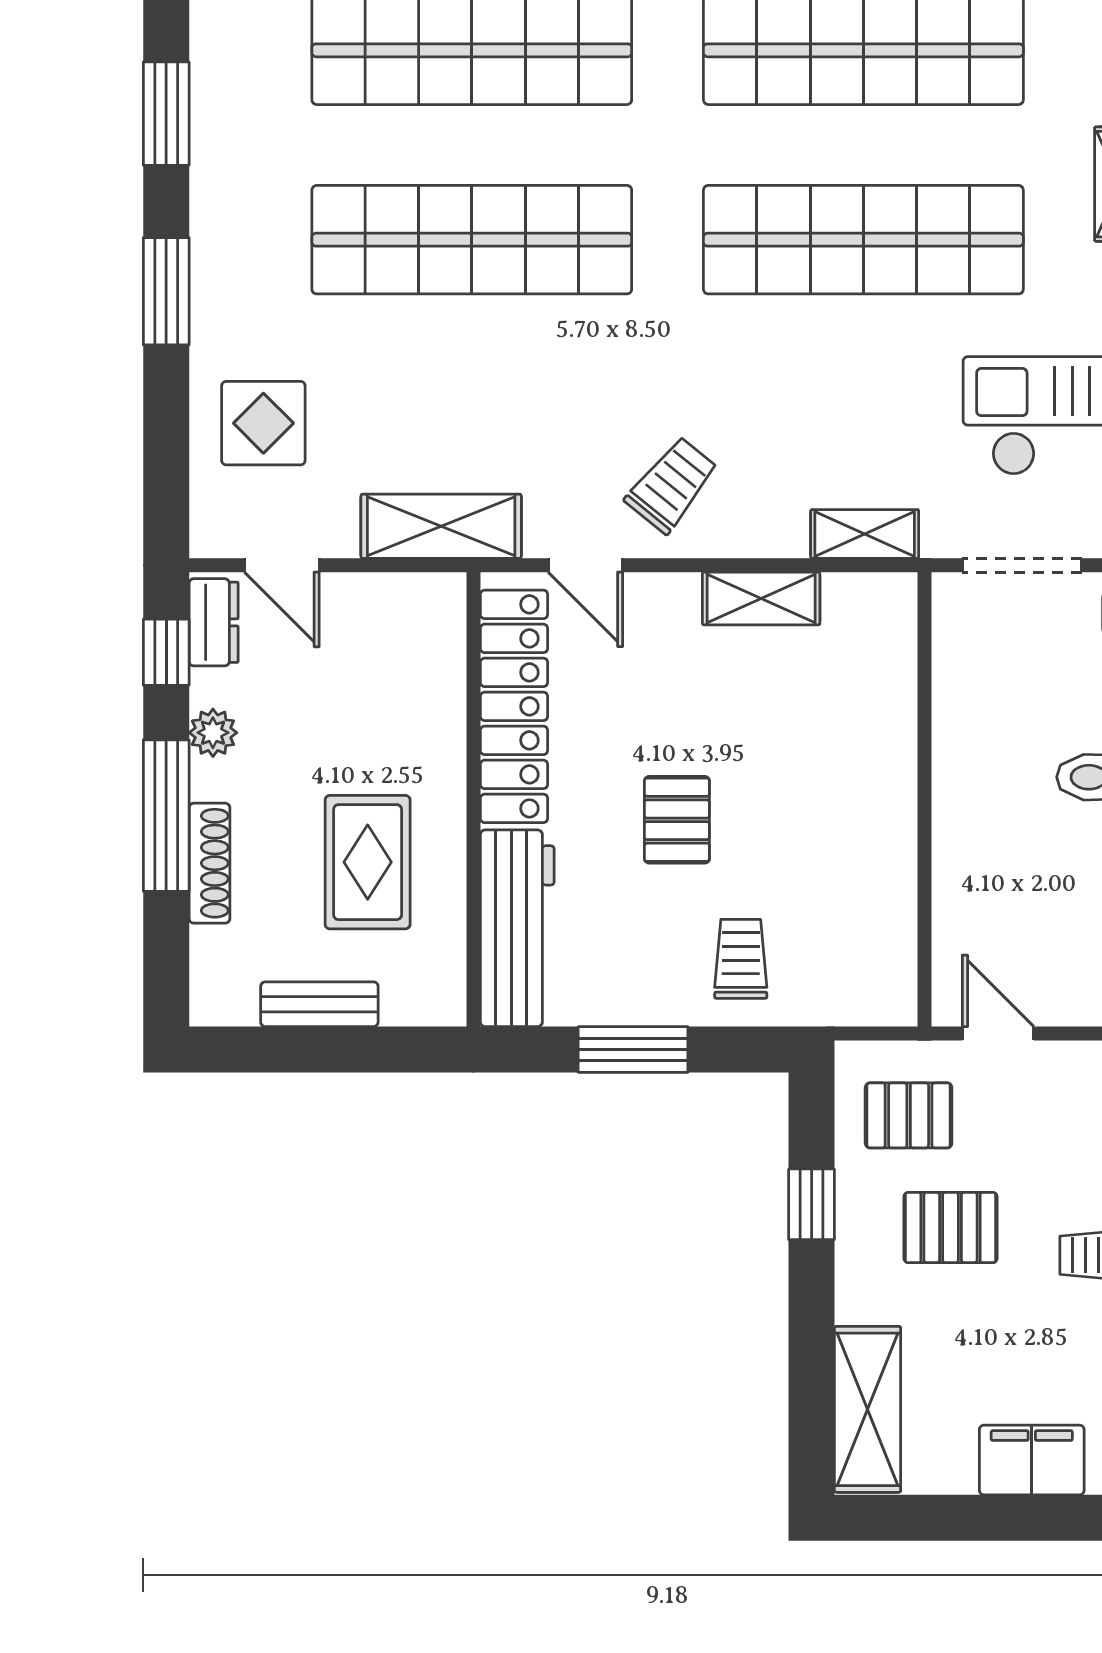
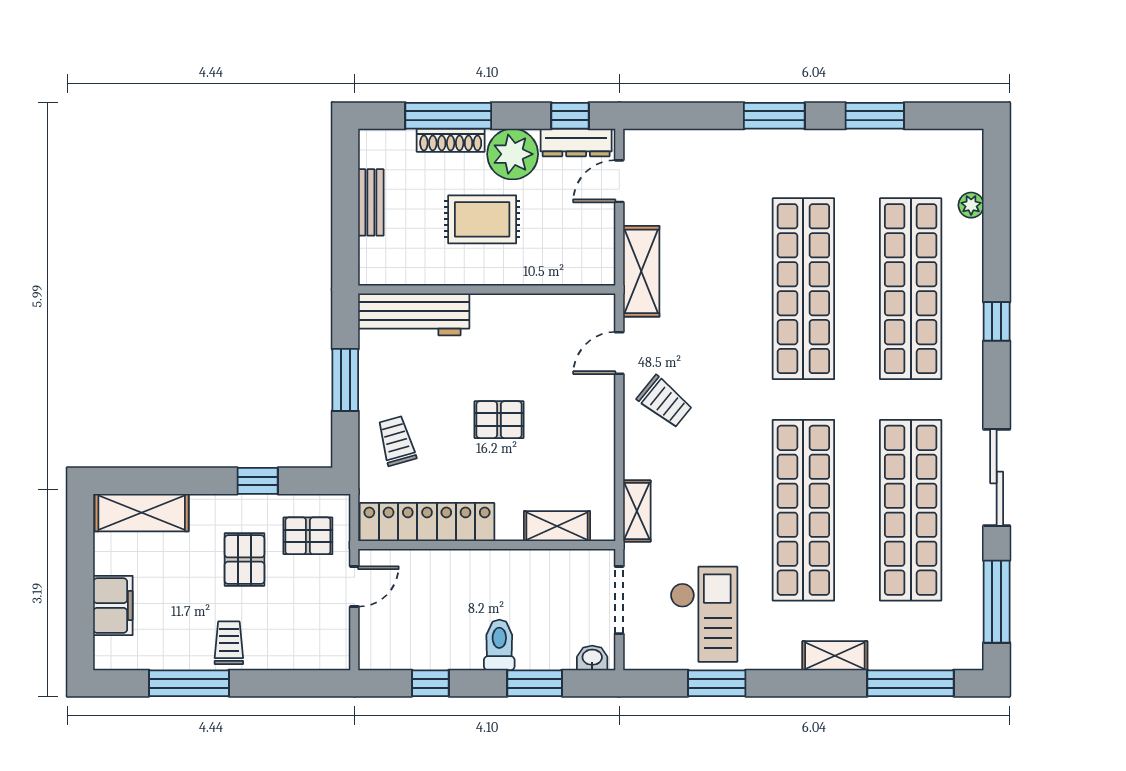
display table: (263, 423) -> (700, 171), removed
shelving: (761, 598) -> (557, 526), moved, turned 90
dresser: (214, 622) -> (576, 143), width x1.44
locker: (514, 706) -> (427, 522), moved, turned 180
plant: (213, 733) -> (513, 154), width x1.88, depth x1.88
window: (166, 816) -> (448, 116), moved
pallet: (677, 820) -> (499, 420), moved
rug: (368, 862) -> (482, 219), moved
trolley: (741, 959) -> (397, 441), turned -106
pallet: (909, 1115) -> (308, 536), turned 90

